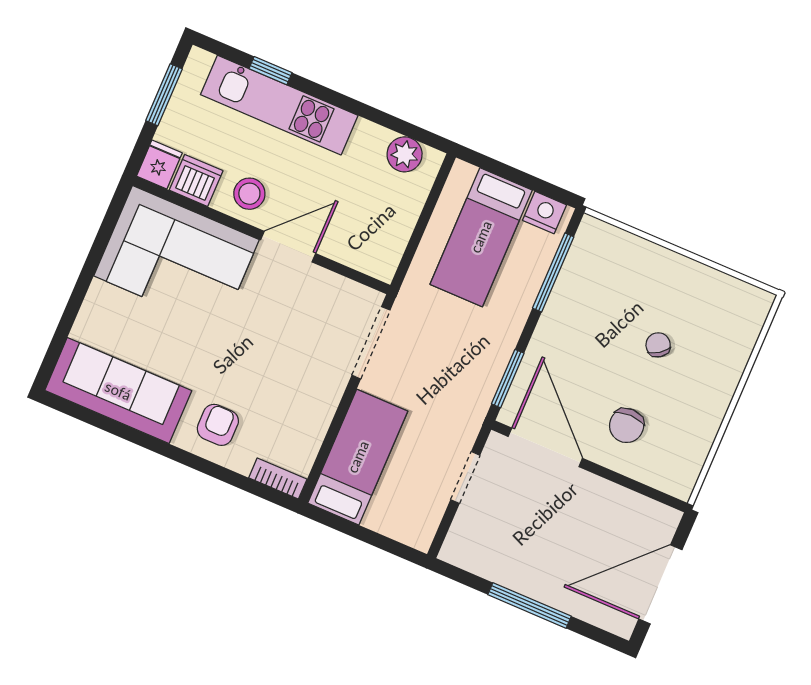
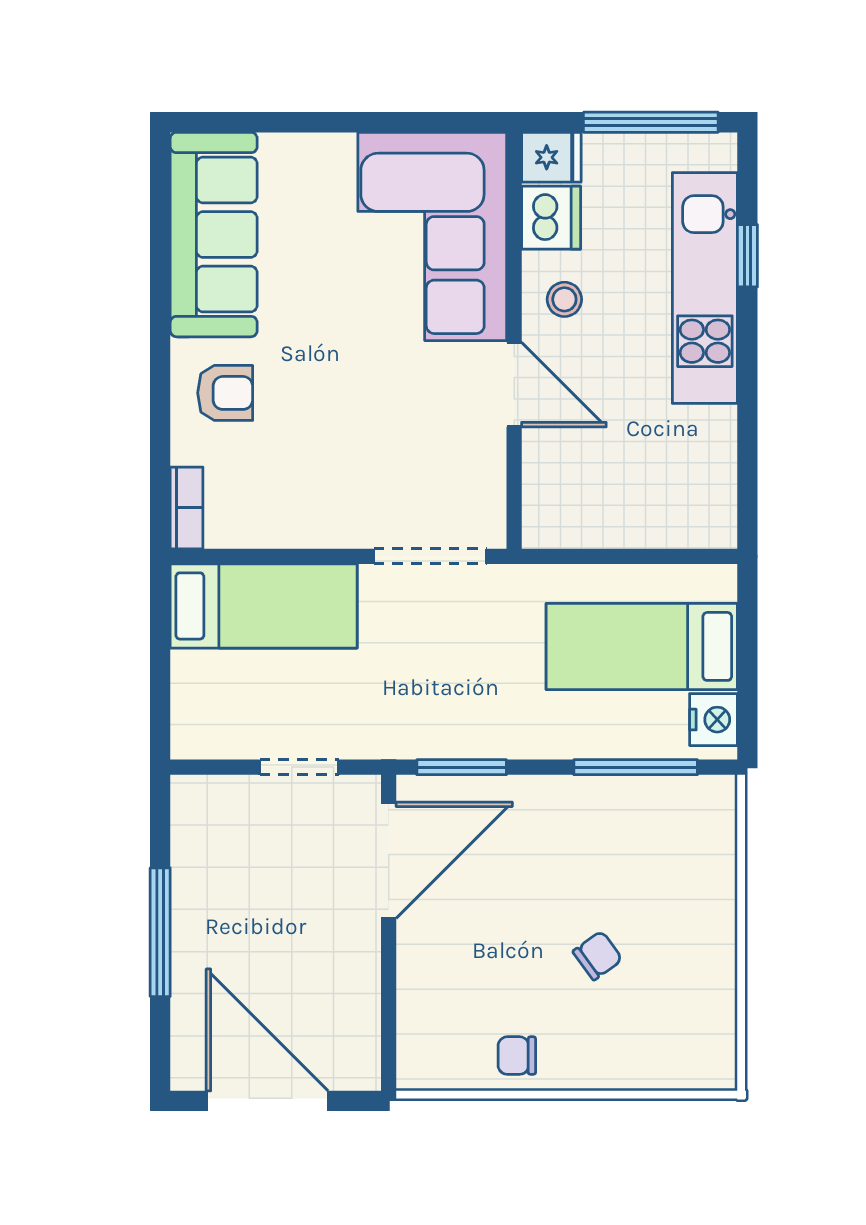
window: (164, 95) -> (651, 122), width x1.44
plant: (405, 154) -> (711, 491), removed
stool: (249, 194) -> (564, 299), width x0.73, depth x0.73
chair: (627, 425) -> (517, 1056), moved, width x0.73, depth x0.73

